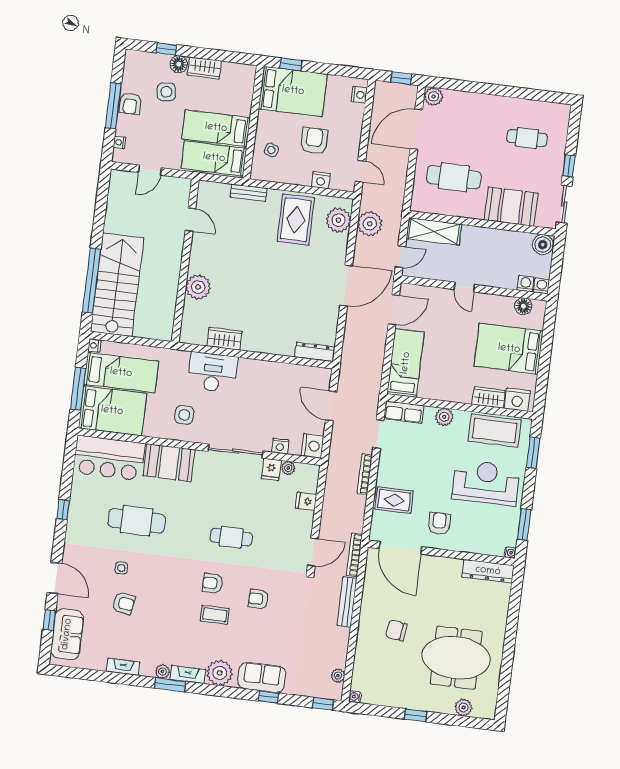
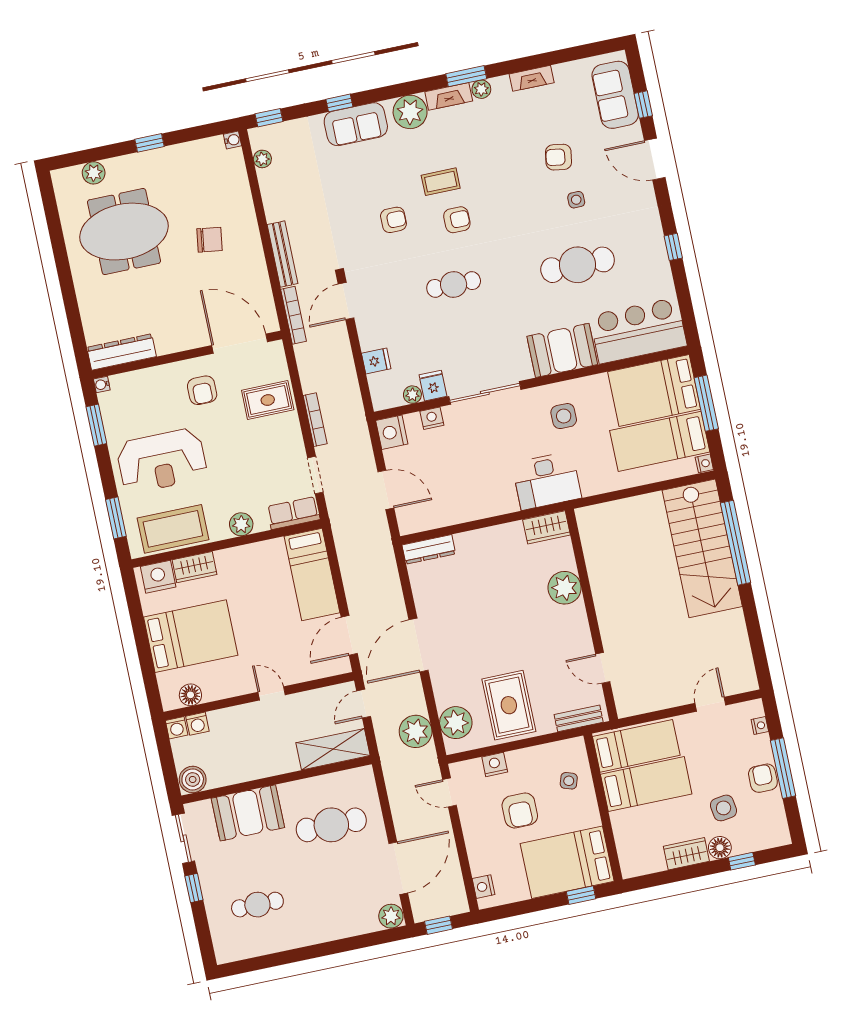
door: (190, 220) -> (603, 668), moved
wall: (185, 261) -> (592, 615), moved
plant: (198, 287) -> (565, 588), moved

